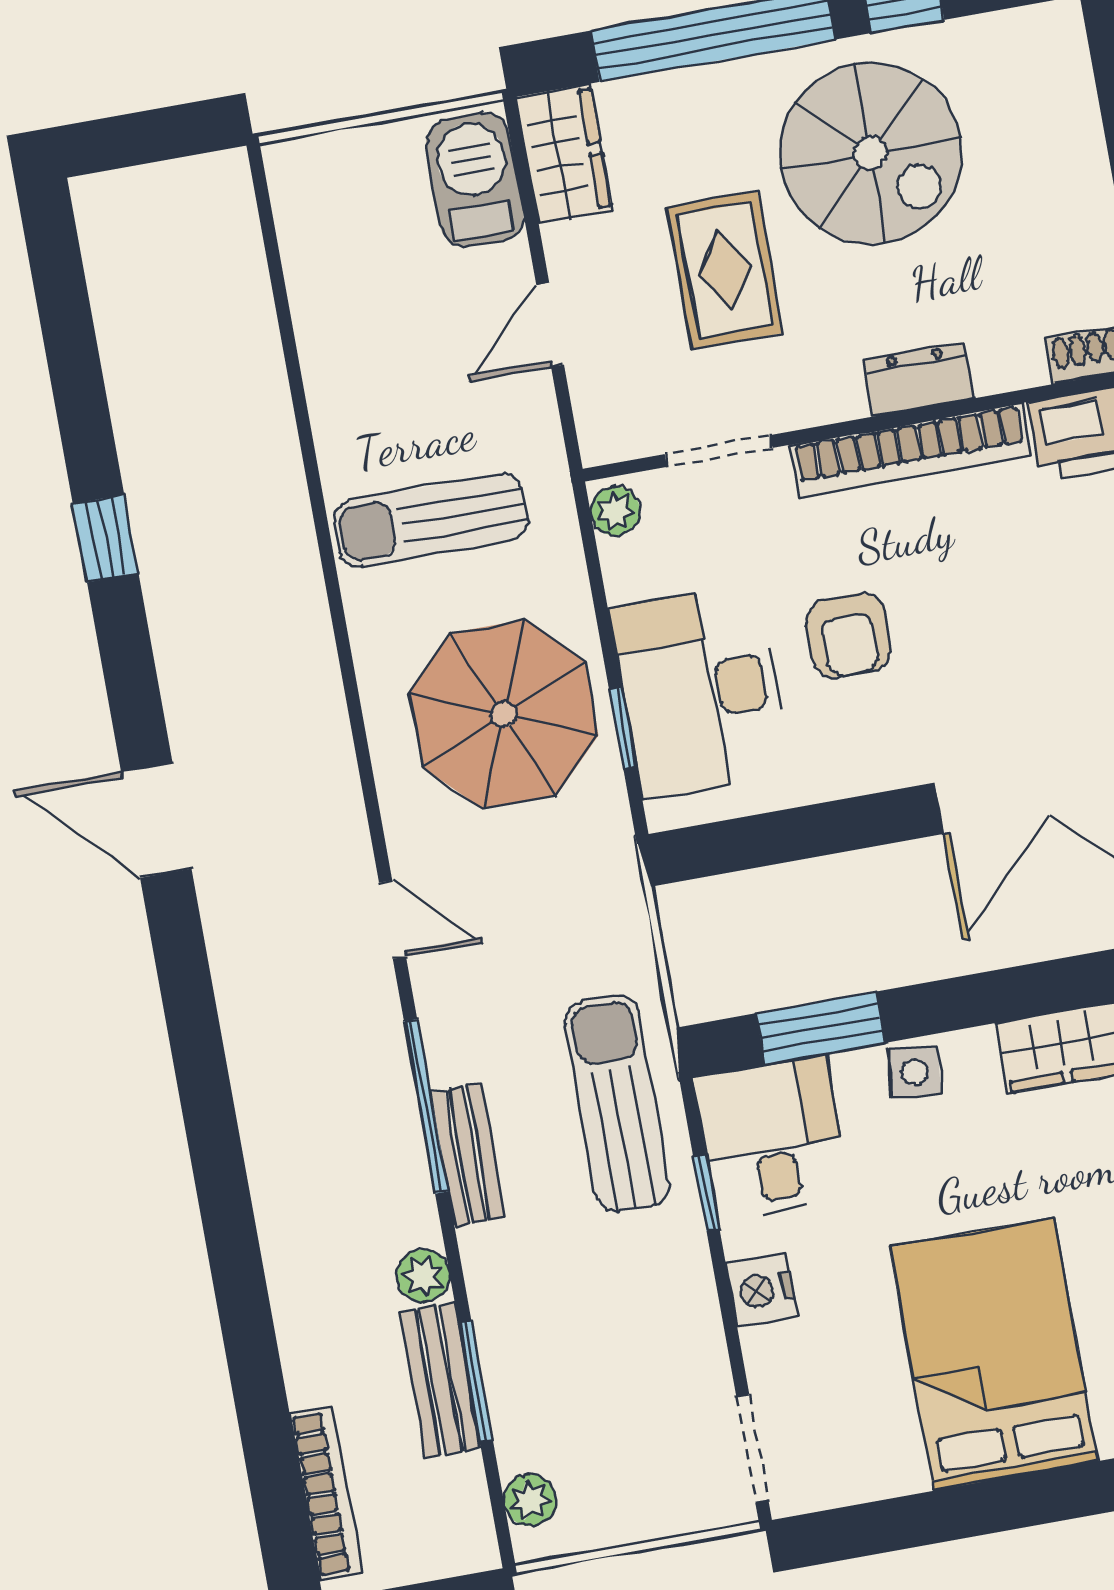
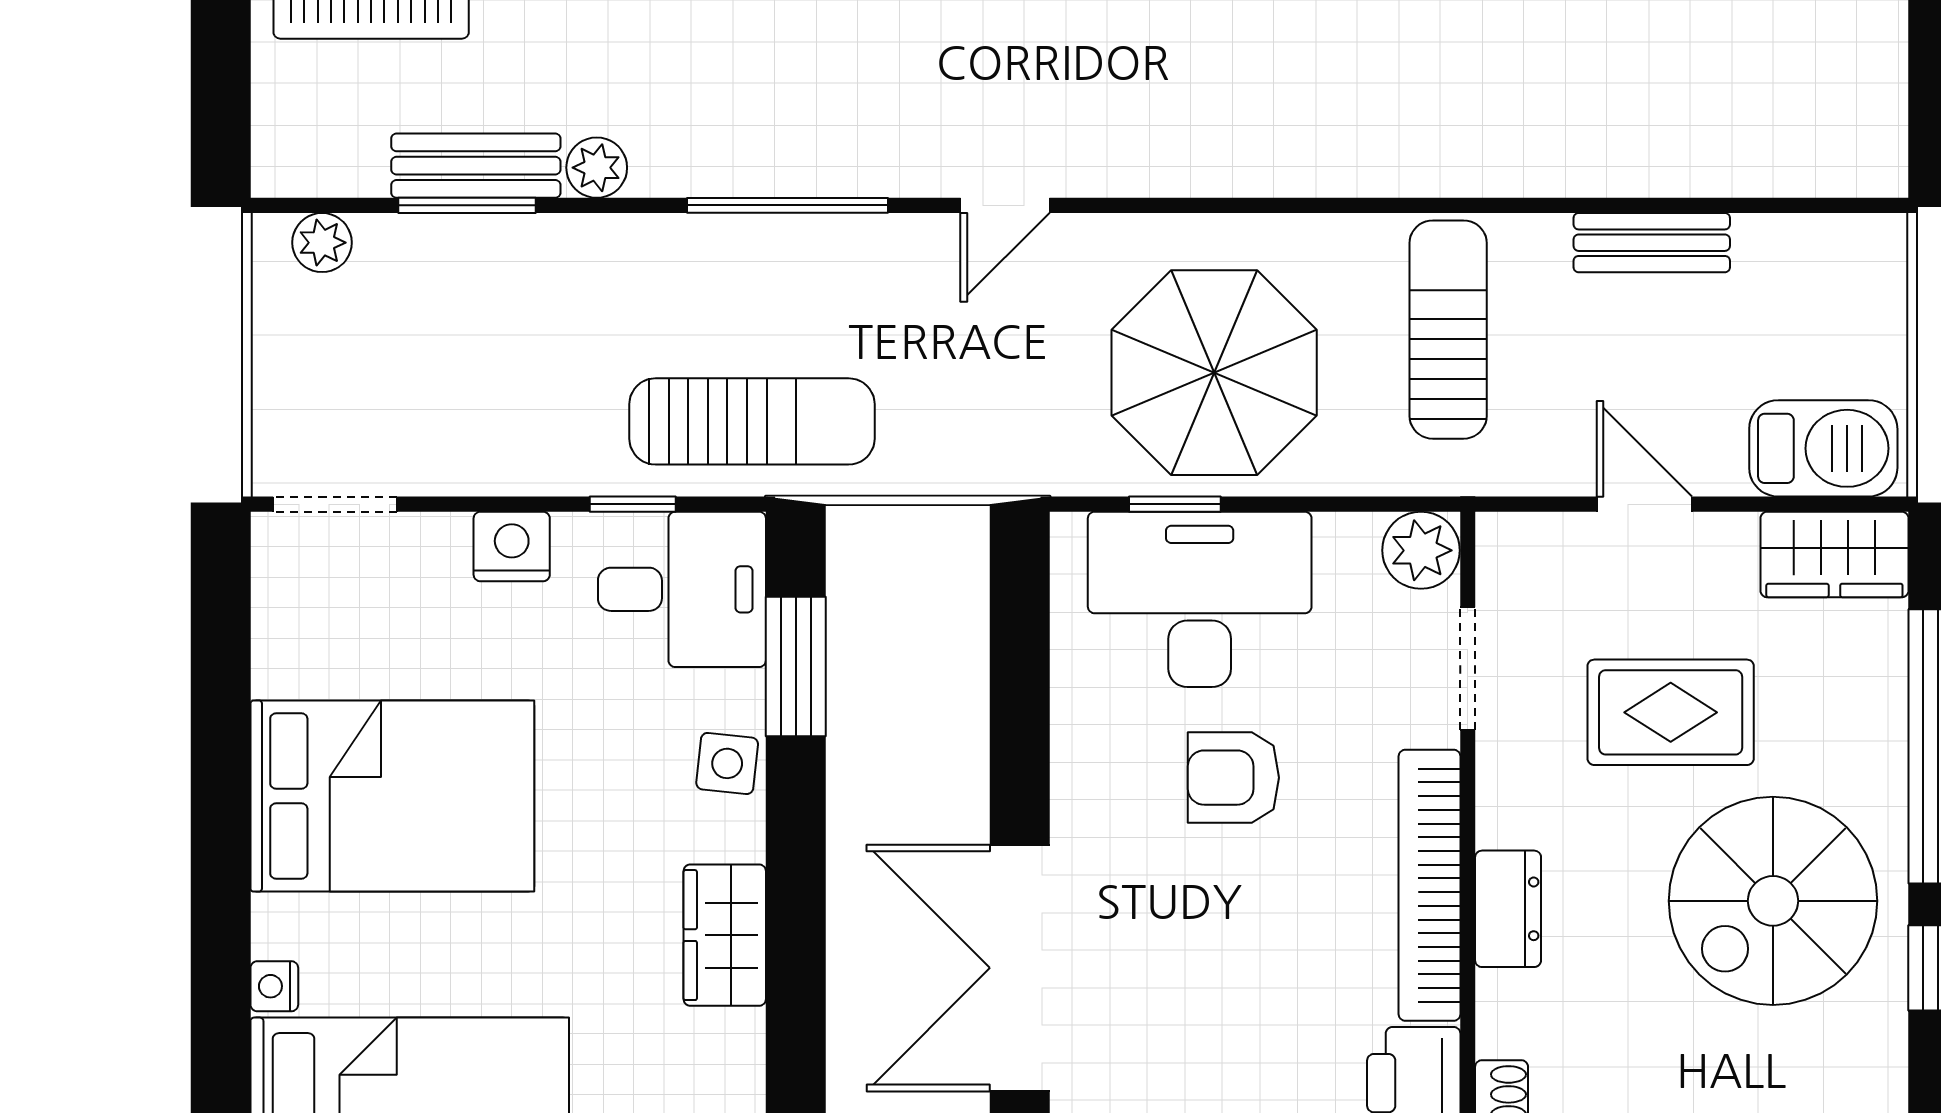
plant: (615, 511) -> (1421, 550), width x1.38, depth x1.38
bench: (468, 1155) -> (1652, 243), moved

